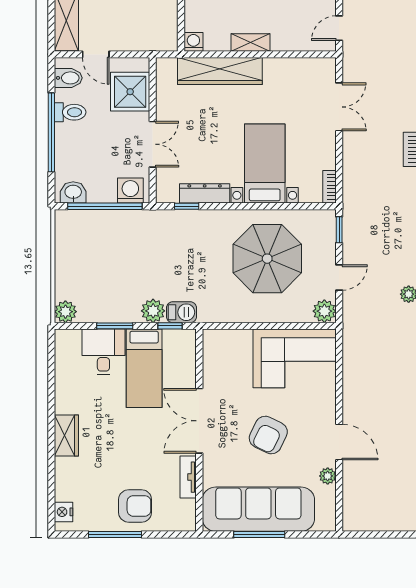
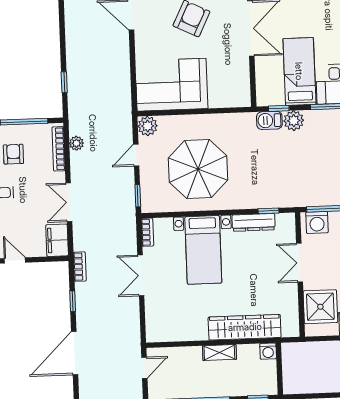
double door: (339, 107) -> (141, 275), moved

